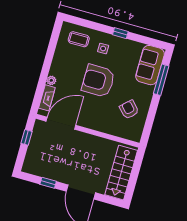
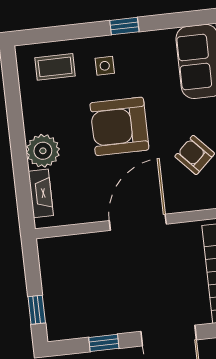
plant: (51, 80) -> (43, 151), width x1.88, depth x1.88
door: (61, 123) -> (138, 222), moved
window: (27, 137) -> (37, 310), moved

